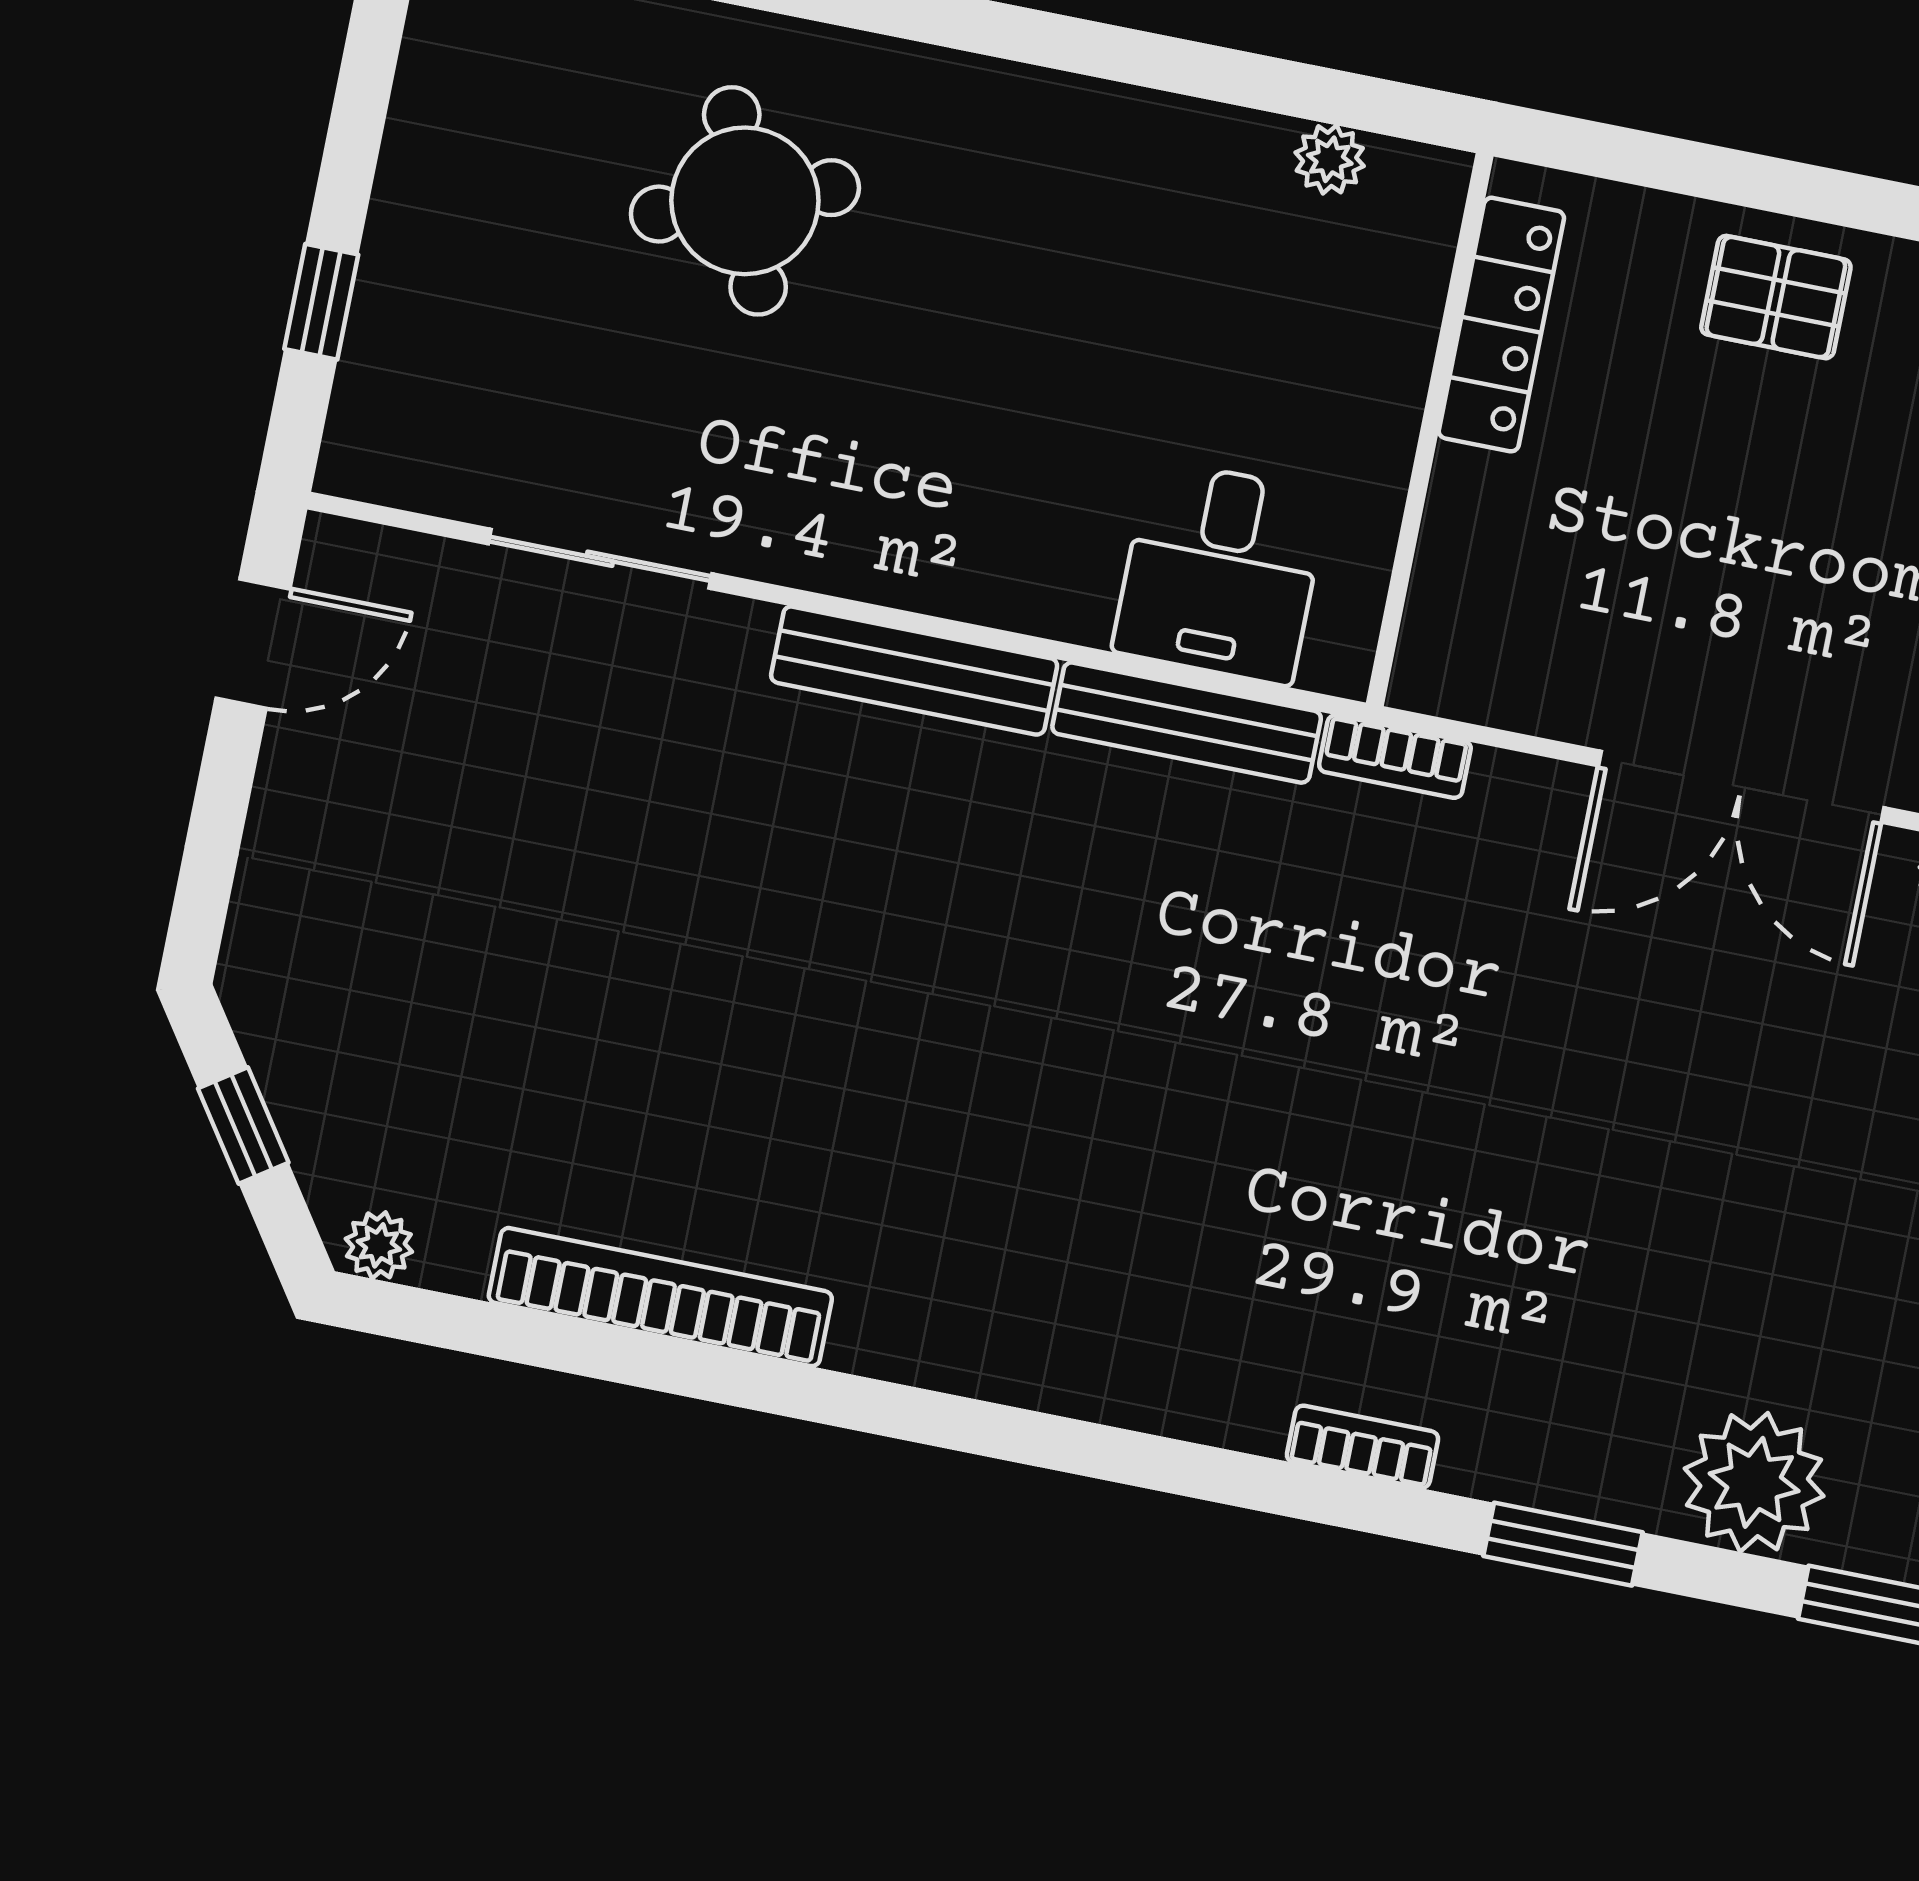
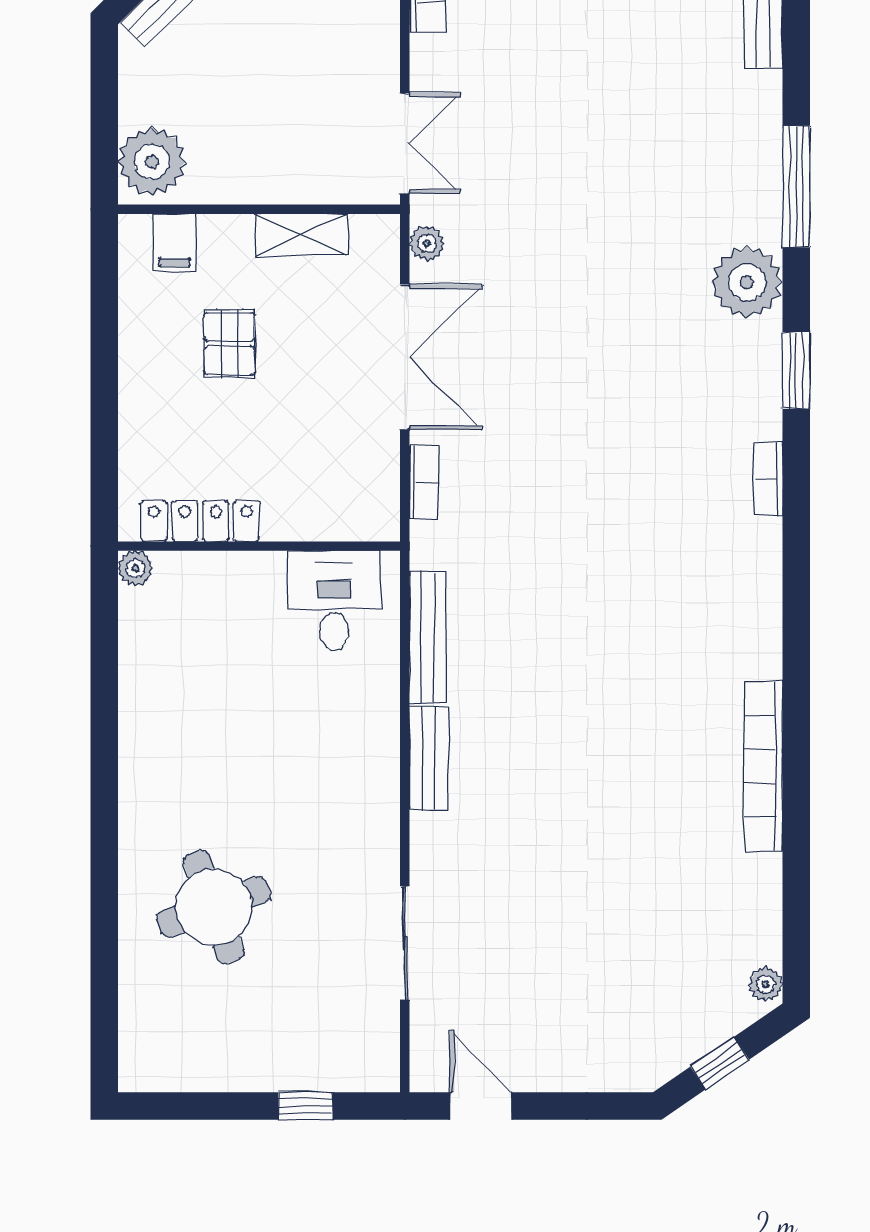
plant: (1330, 159) -> (136, 568), moved
pallet: (1776, 297) -> (229, 344), moved
desk: (1220, 572) -> (334, 601), moved, turned -90
bench: (914, 671) -> (429, 758), width x0.73
bookcase: (1395, 757) -> (424, 482), moved
bookcase: (660, 1297) -> (763, 766), moved

